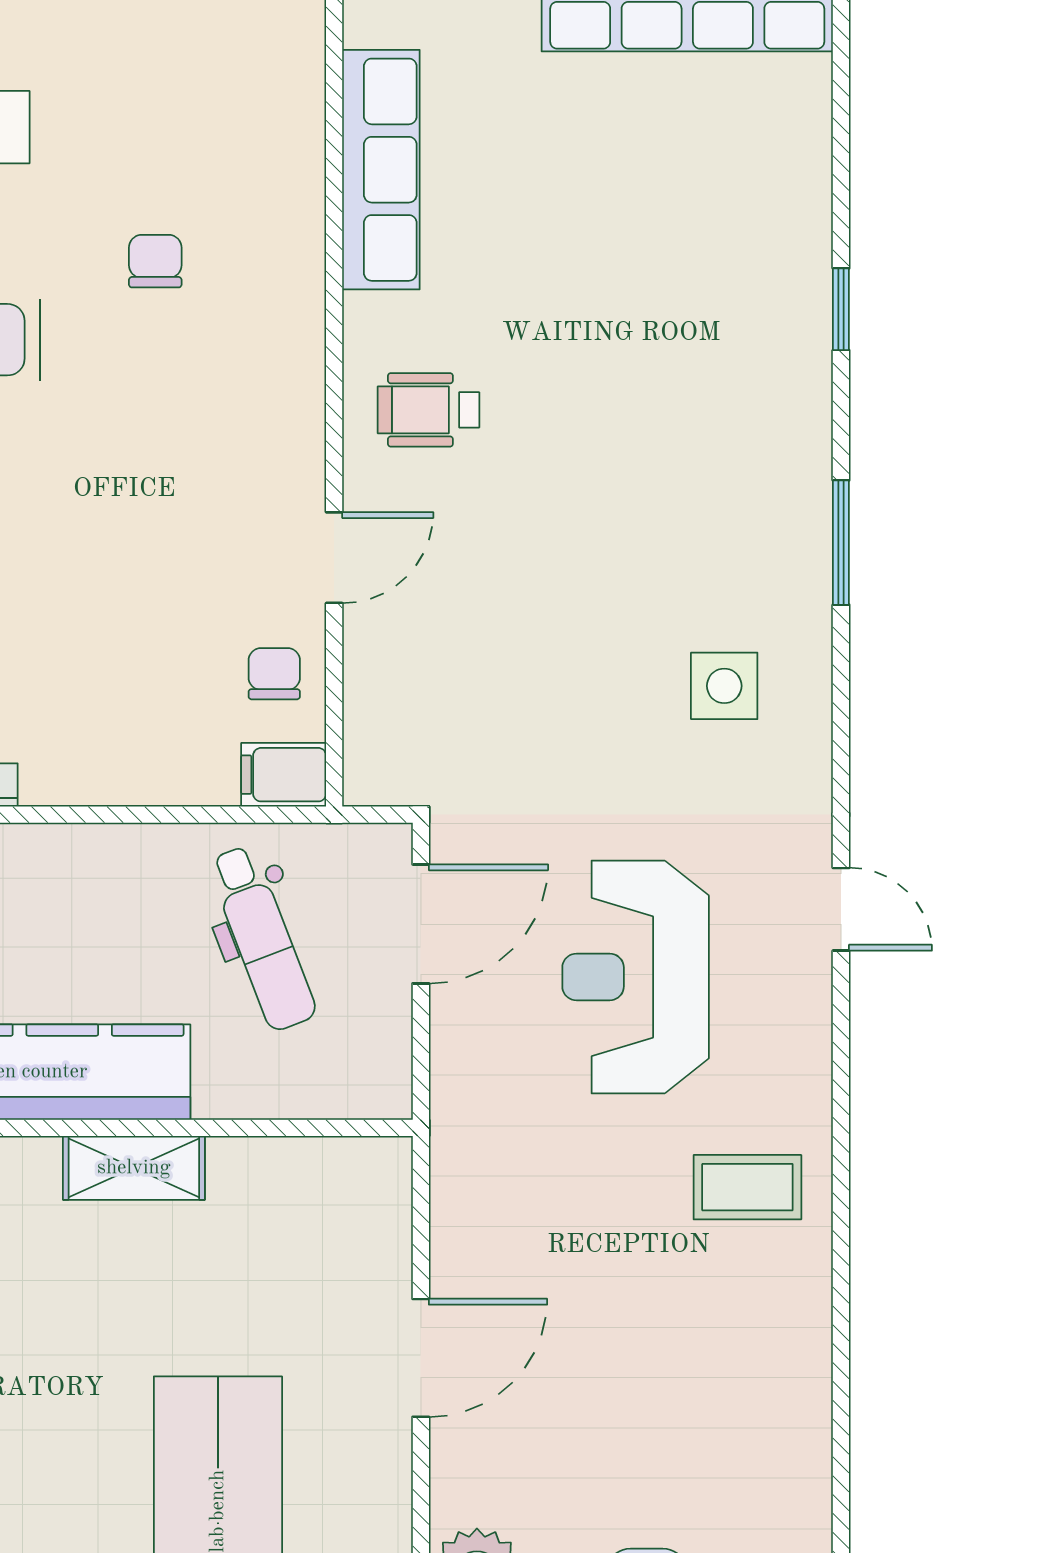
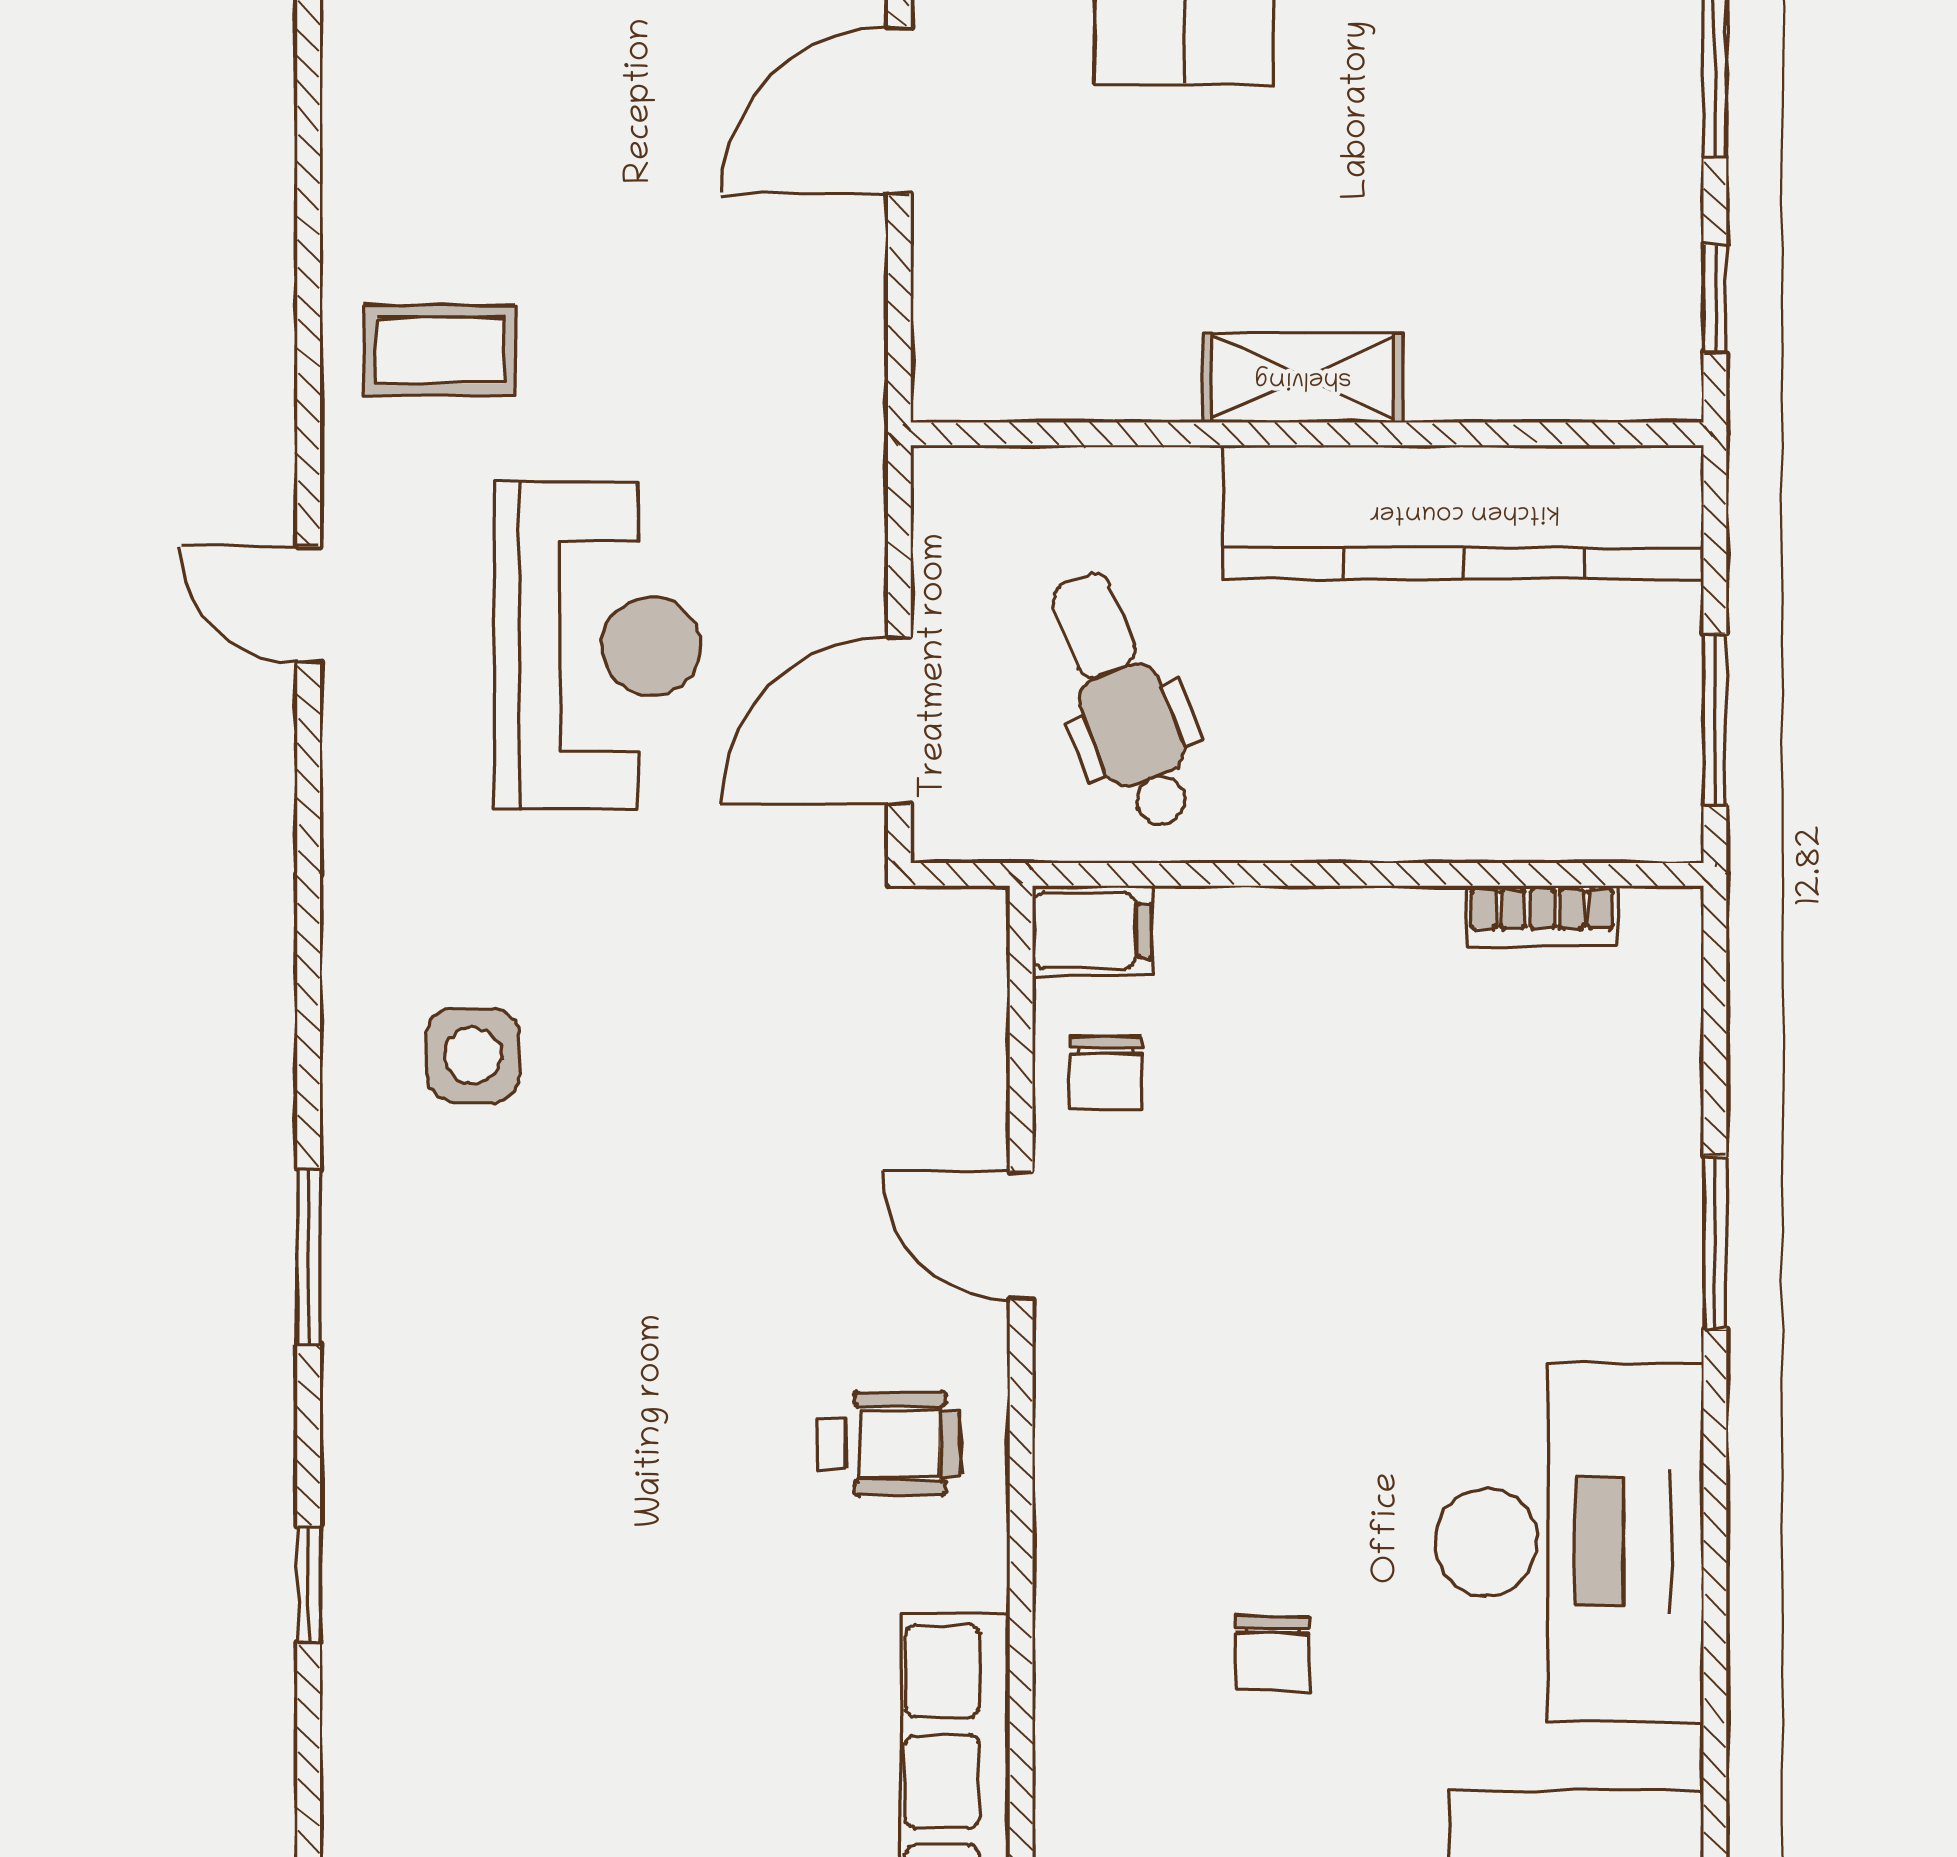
door: (334, 558) -> (1021, 1236), hinge flipped
door: (841, 909) -> (309, 605), moved

